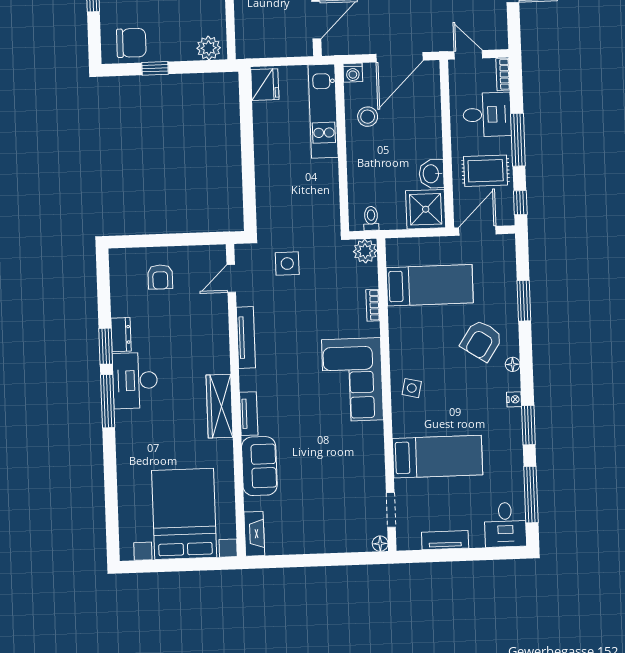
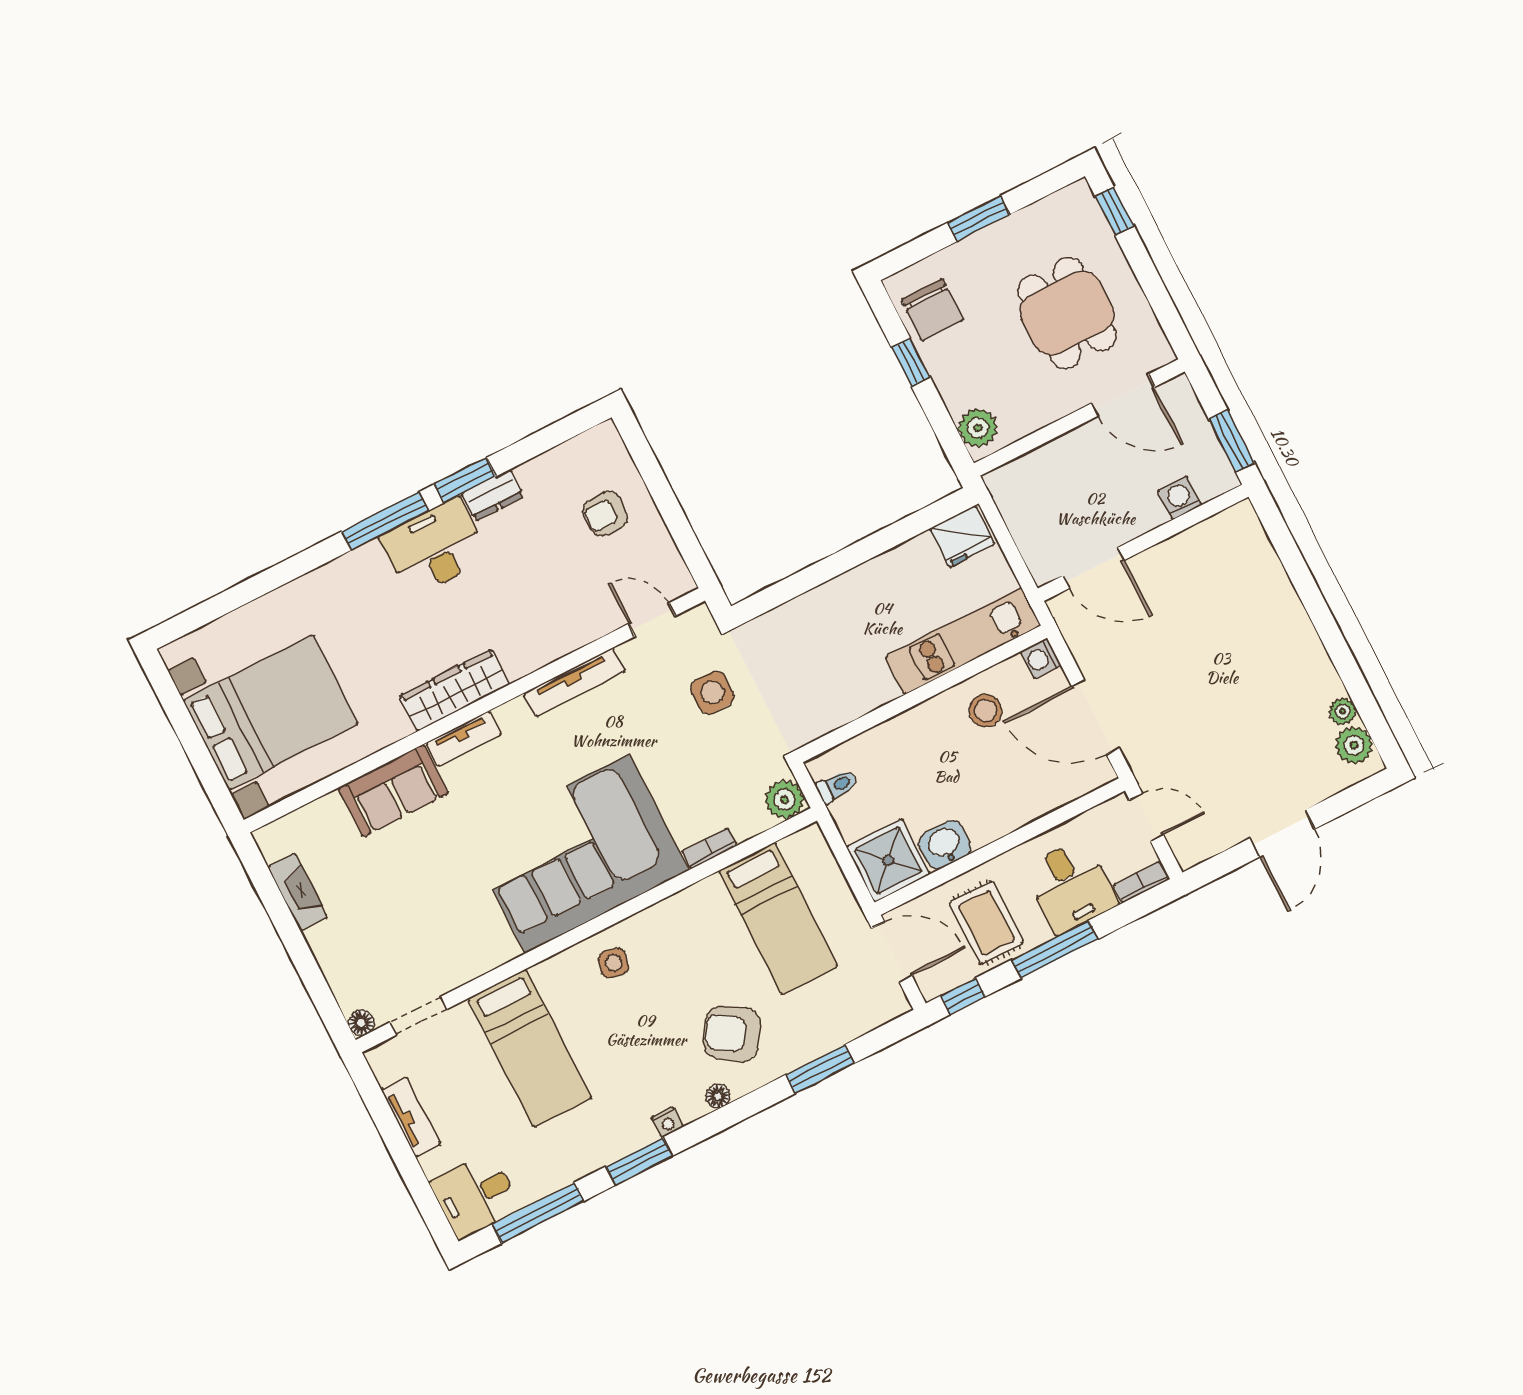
door: (468, 55) -> (1146, 817), hinge flipped
corner sofa: (352, 380) -> (577, 854), width x1.36, depth x1.36
fireplace: (254, 534) -> (298, 892), moved, turned -90

